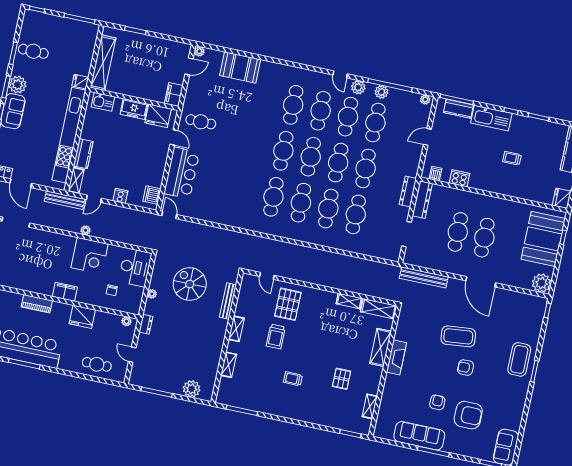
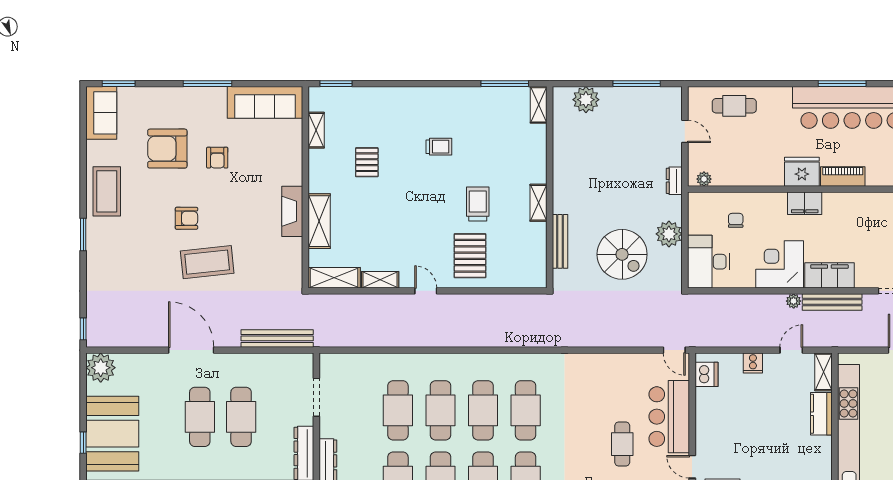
cafe table: (216, 162) -> (622, 444), added
bench: (65, 200) -> (832, 302), moved
filing cabinet: (59, 242) -> (829, 275), added
door: (267, 276) -> (426, 291), moved
plant: (152, 294) -> (669, 234), width x1.87, depth x1.87
fridge: (82, 317) -> (802, 172), moved
coffee table: (519, 359) -> (107, 191), moved
shelving: (229, 365) -> (539, 105), moved
sofa: (419, 436) -> (265, 102), moved

